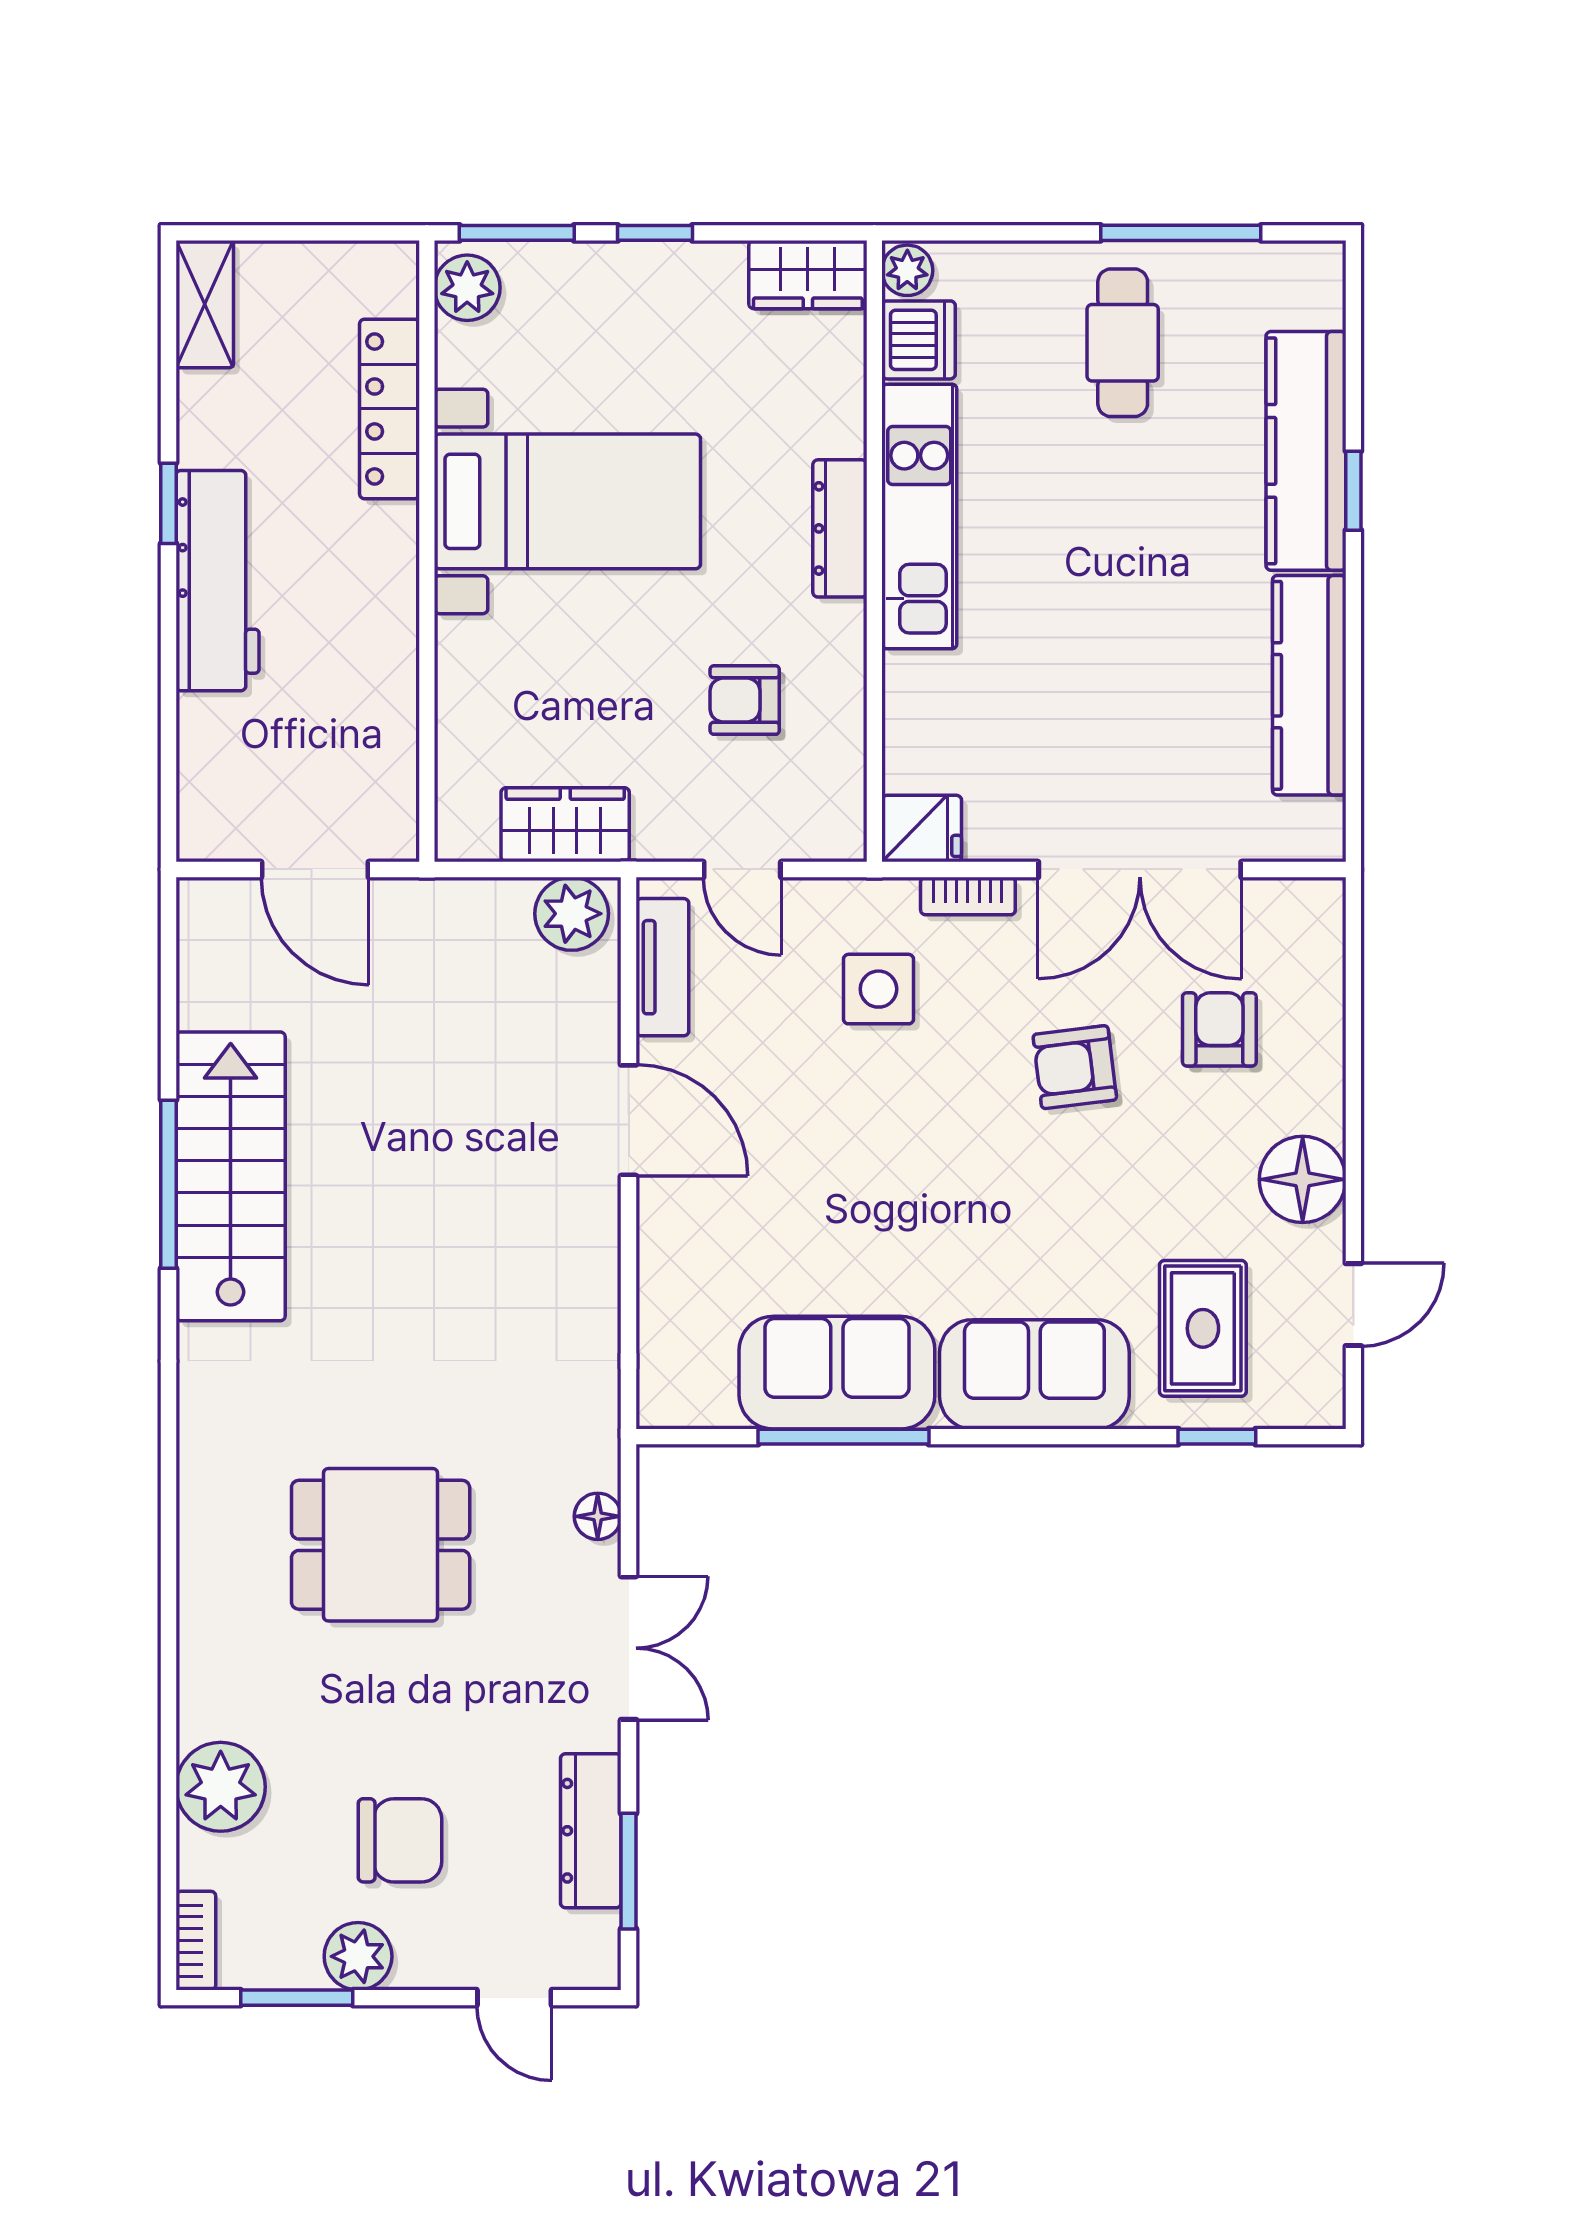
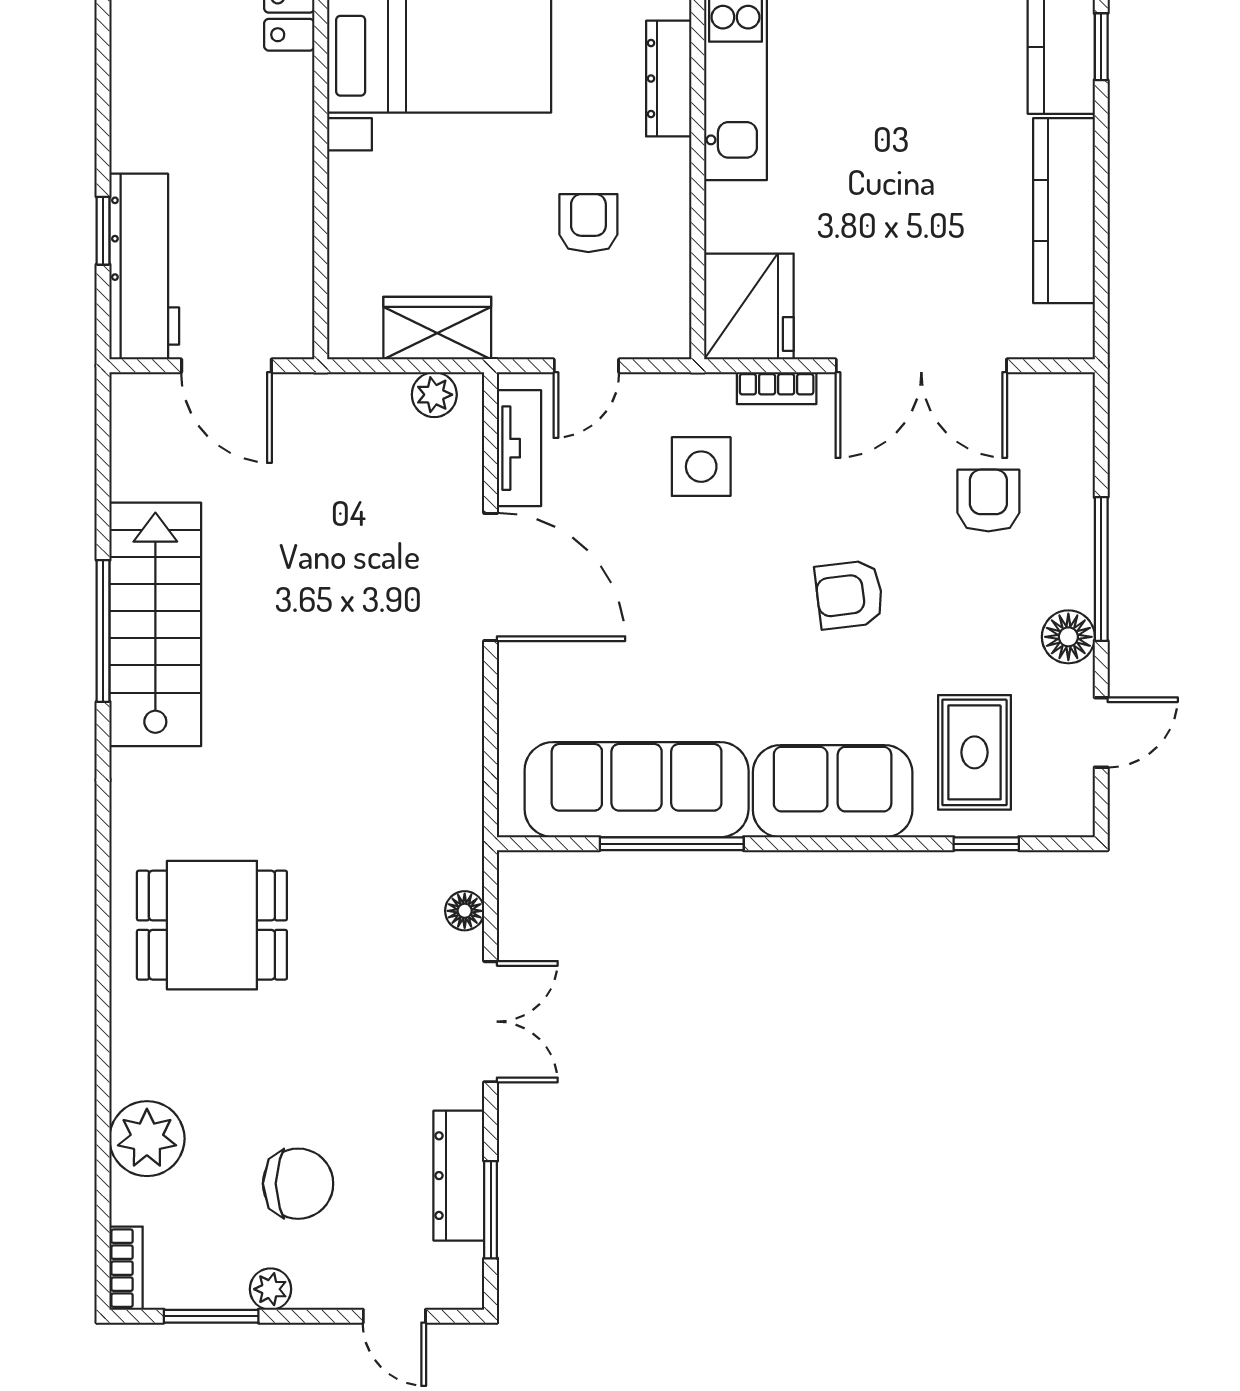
window: (168, 503) -> (103, 231), moved
workbench: (217, 581) -> (144, 267), moved
armchair: (745, 700) -> (588, 223), turned 90
fridge: (922, 829) -> (749, 306), width x1.88, depth x1.34
door: (742, 869) -> (586, 366), hinge flipped
plant: (572, 914) -> (434, 395), width x0.73, depth x0.73
armchair: (1075, 1067) -> (849, 595), moved
window: (1353, 1111) -> (1101, 569), added
door: (629, 1120) -> (491, 577), width x1.36
floor lamp: (1303, 1179) -> (1068, 637), width x0.73, depth x0.73
sofa: (837, 1373) -> (637, 790), width x1.36
dining table: (381, 1545) -> (212, 925), moved
plant: (358, 1956) -> (271, 1289), width x0.73, depth x0.73

